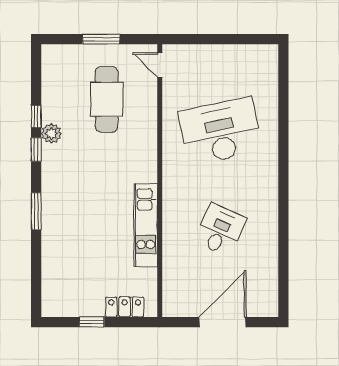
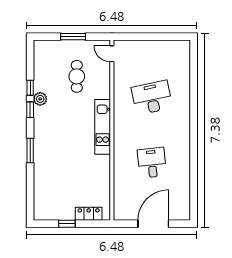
cafe table: (107, 99) -> (77, 76), width x0.73, depth x0.74
desk: (220, 131) -> (152, 98), width x0.73, depth x0.77
kitchen unit: (146, 225) -> (103, 127), moved
desk: (220, 230) -> (152, 163), turned -30

